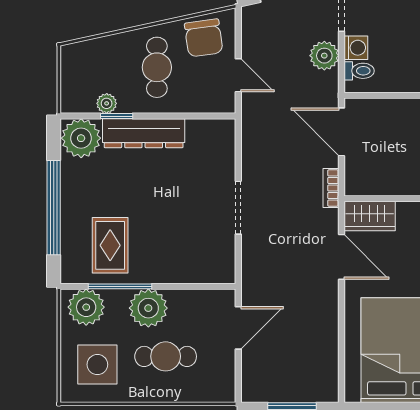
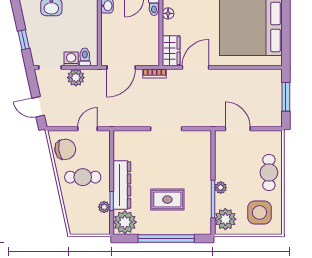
rug: (110, 245) -> (167, 200), moved
plant: (148, 308) -> (221, 188), width x0.53, depth x0.53
cafe table: (166, 356) -> (269, 172), moved

